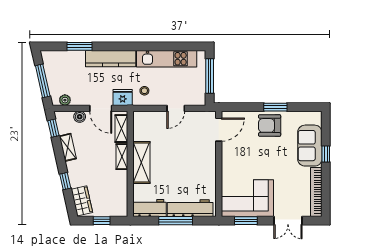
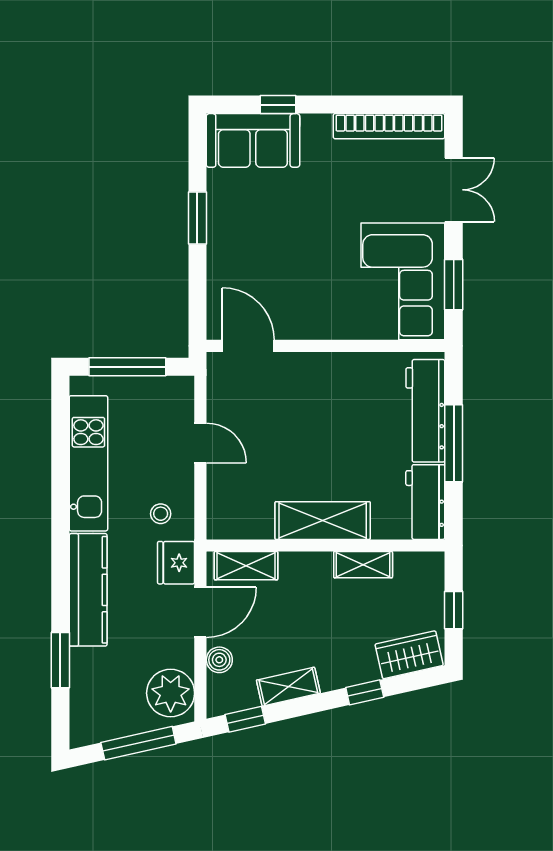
plant: (65, 100) -> (171, 693), width x1.87, depth x1.87
armchair: (270, 125) -> (239, 231), removed
sofa: (310, 146) -> (253, 140), moved
window: (326, 154) -> (278, 105), moved
shelving: (122, 157) -> (363, 565), moved

